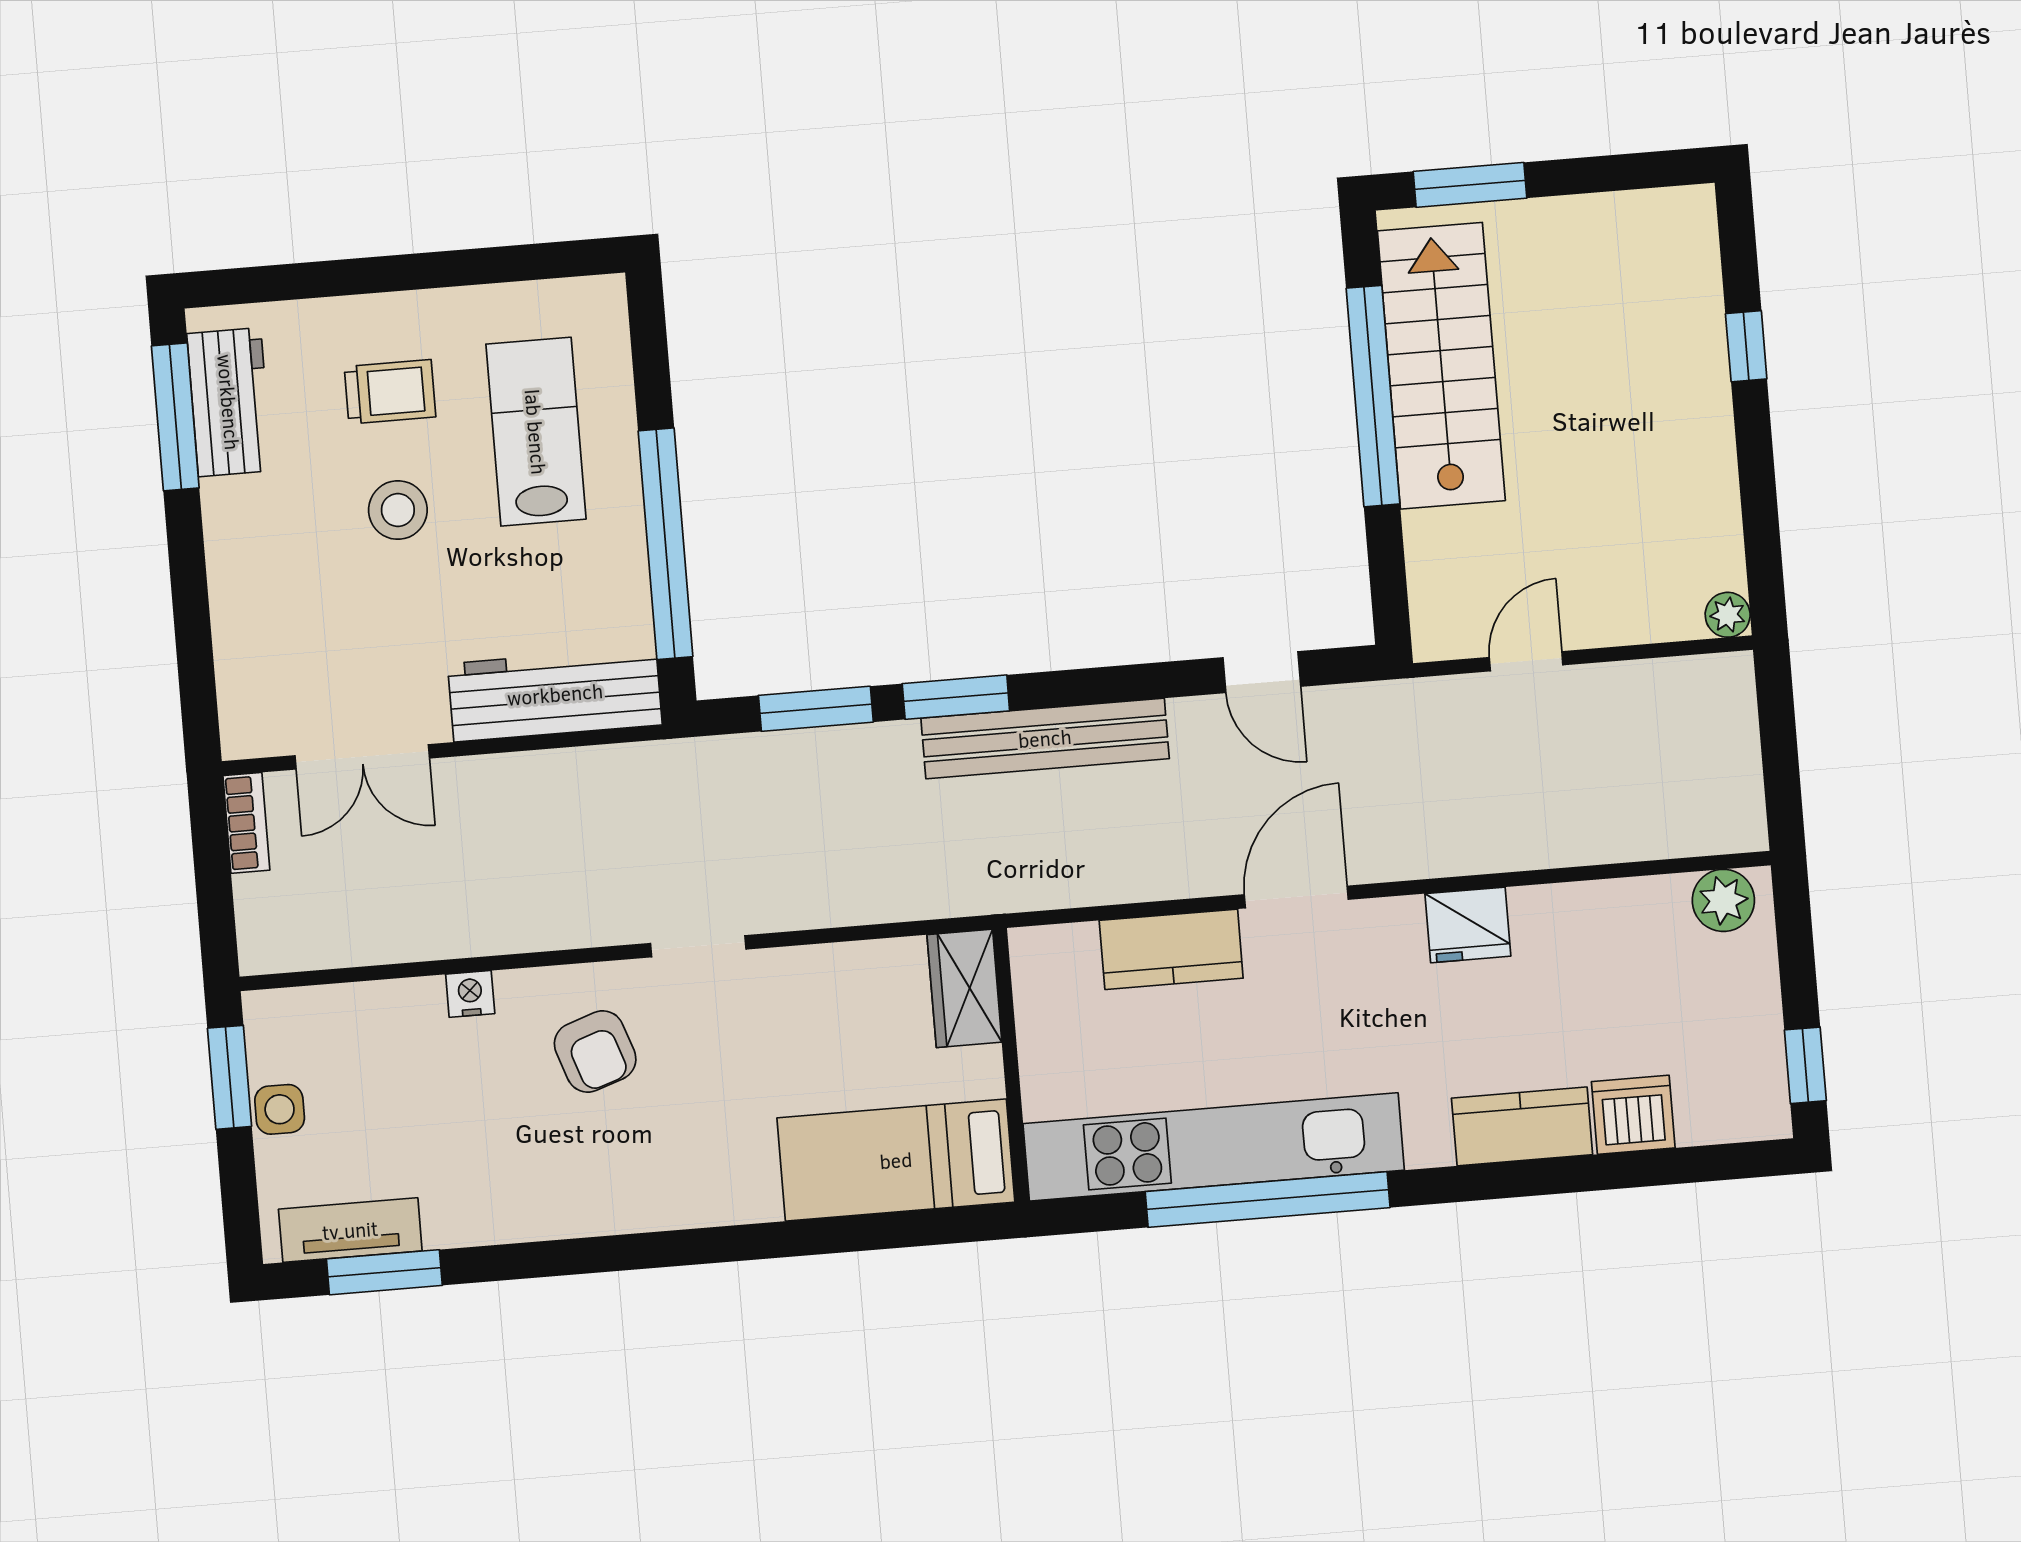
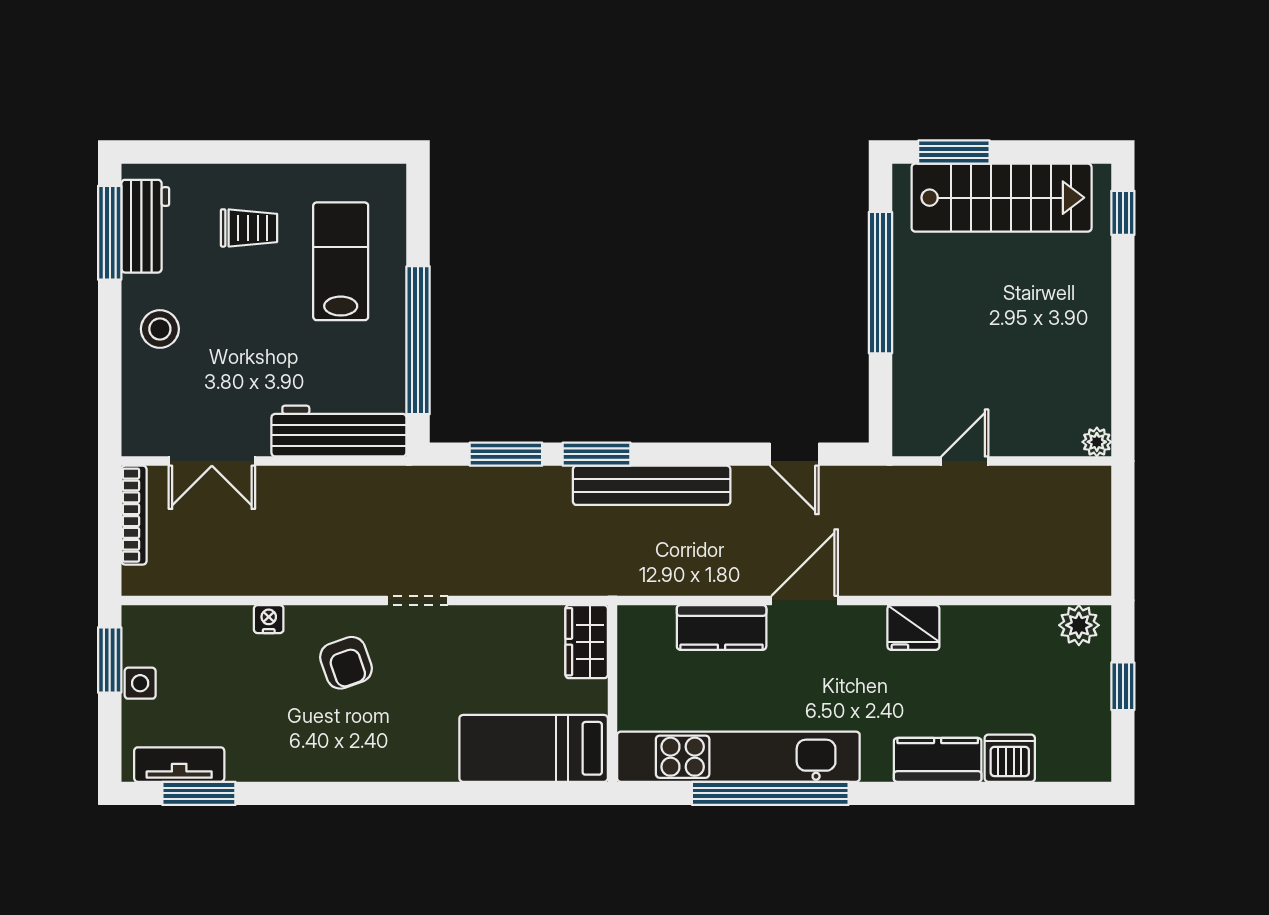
window: (1746, 346) -> (1123, 213), moved
stairs: (1441, 366) -> (1002, 198), moved, turned 90
stool: (398, 510) -> (160, 329), moved
bookcase: (246, 823) -> (134, 515), width x1.56
window: (1805, 1065) -> (1123, 686), moved

